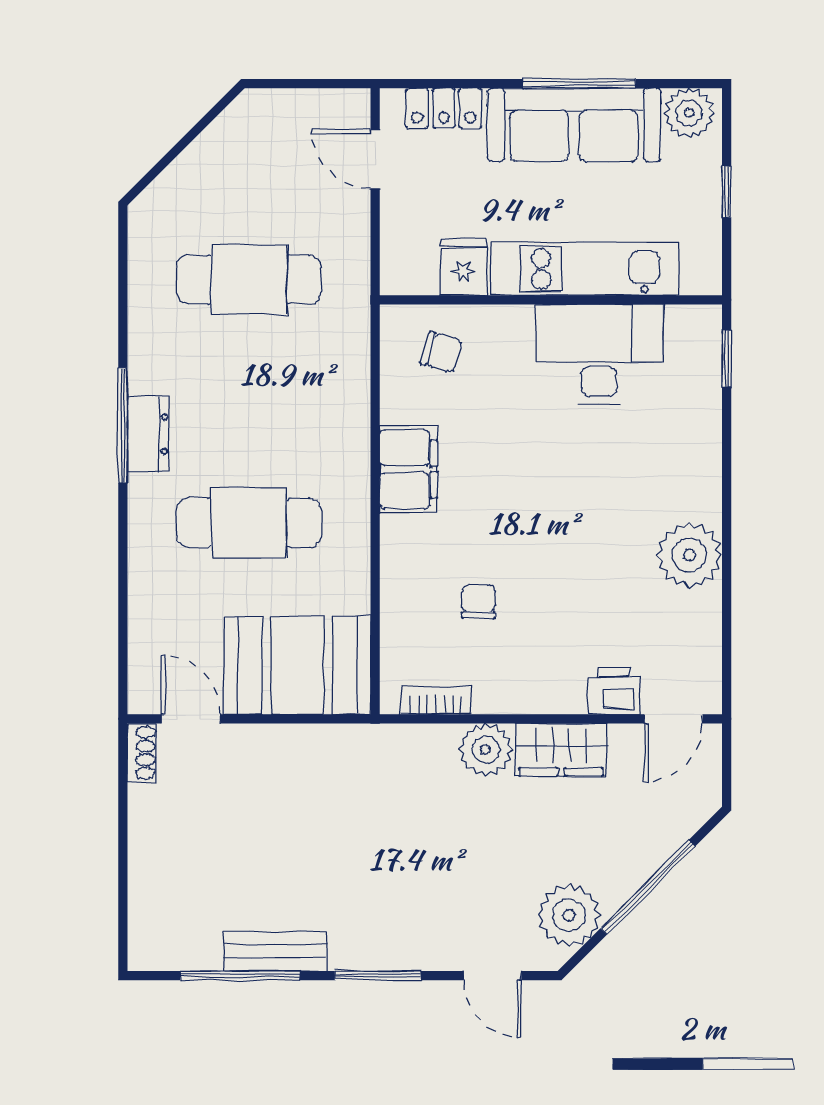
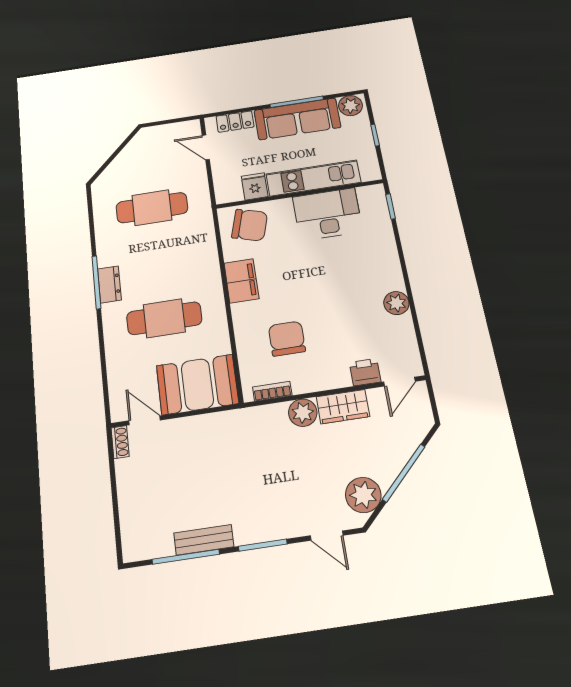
chair: (441, 352) -> (250, 225), width x1.87, depth x1.87
plant: (689, 555) -> (396, 303), width x0.73, depth x0.73
chair: (479, 602) -> (287, 339), width x1.87, depth x1.87

